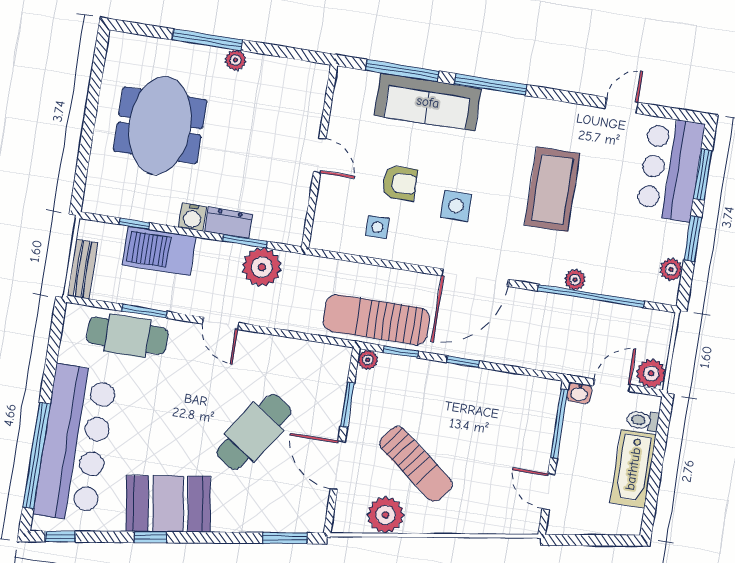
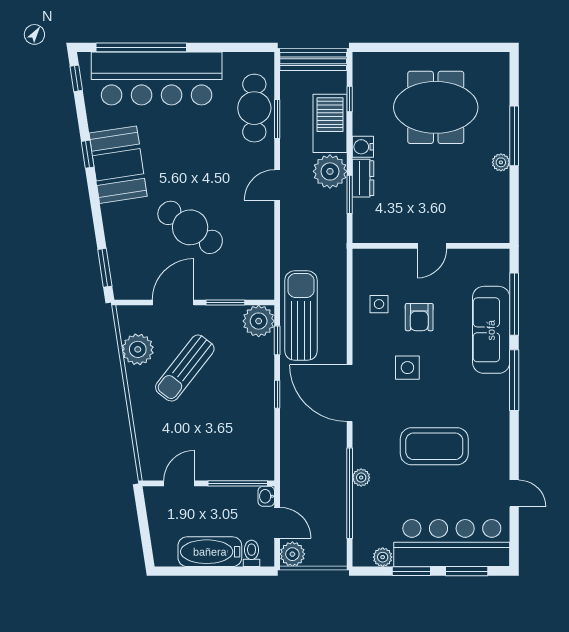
bar counter: (670, 169) -> (452, 543), width x1.36
plant: (262, 267) -> (330, 171), moved
bench: (82, 269) -> (313, 61), width x1.36
plant: (368, 360) -> (259, 321), width x1.87, depth x1.87

